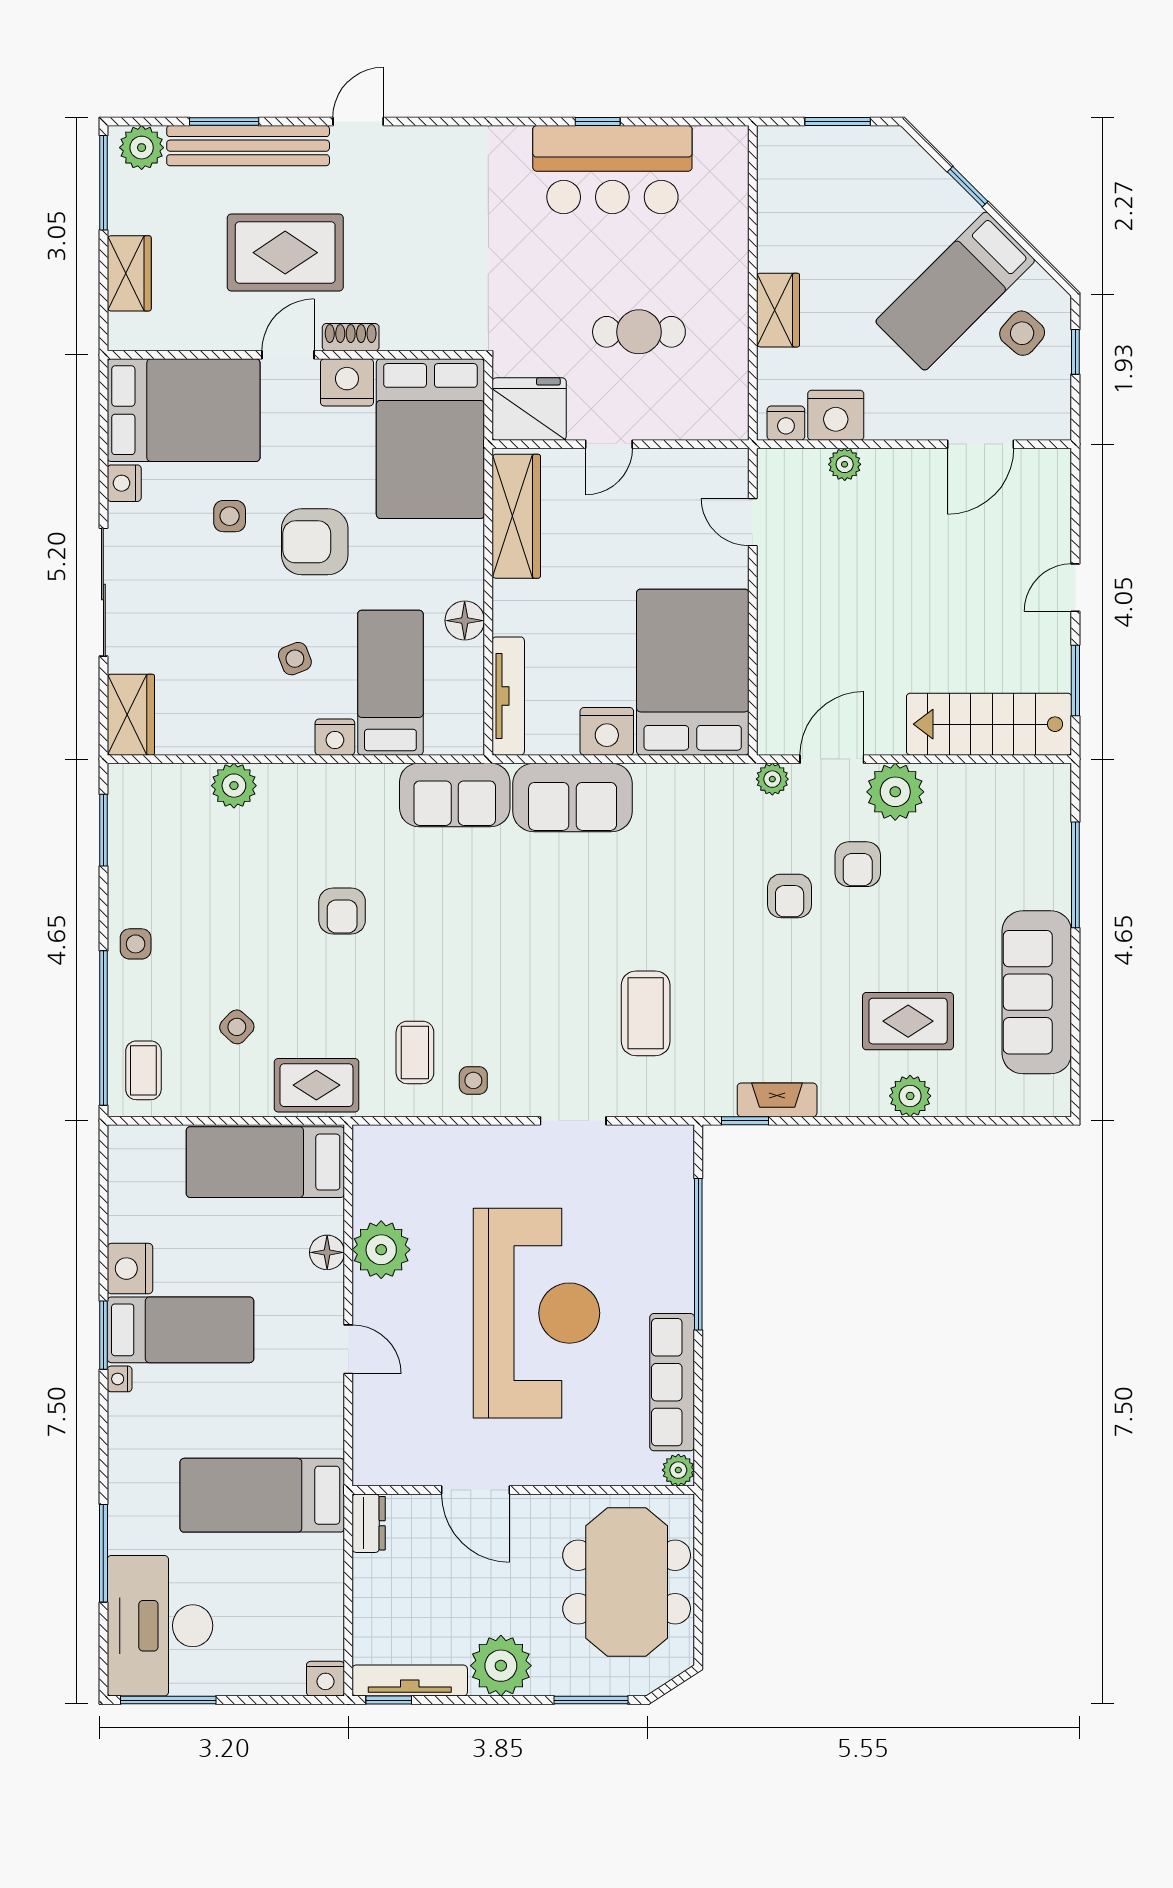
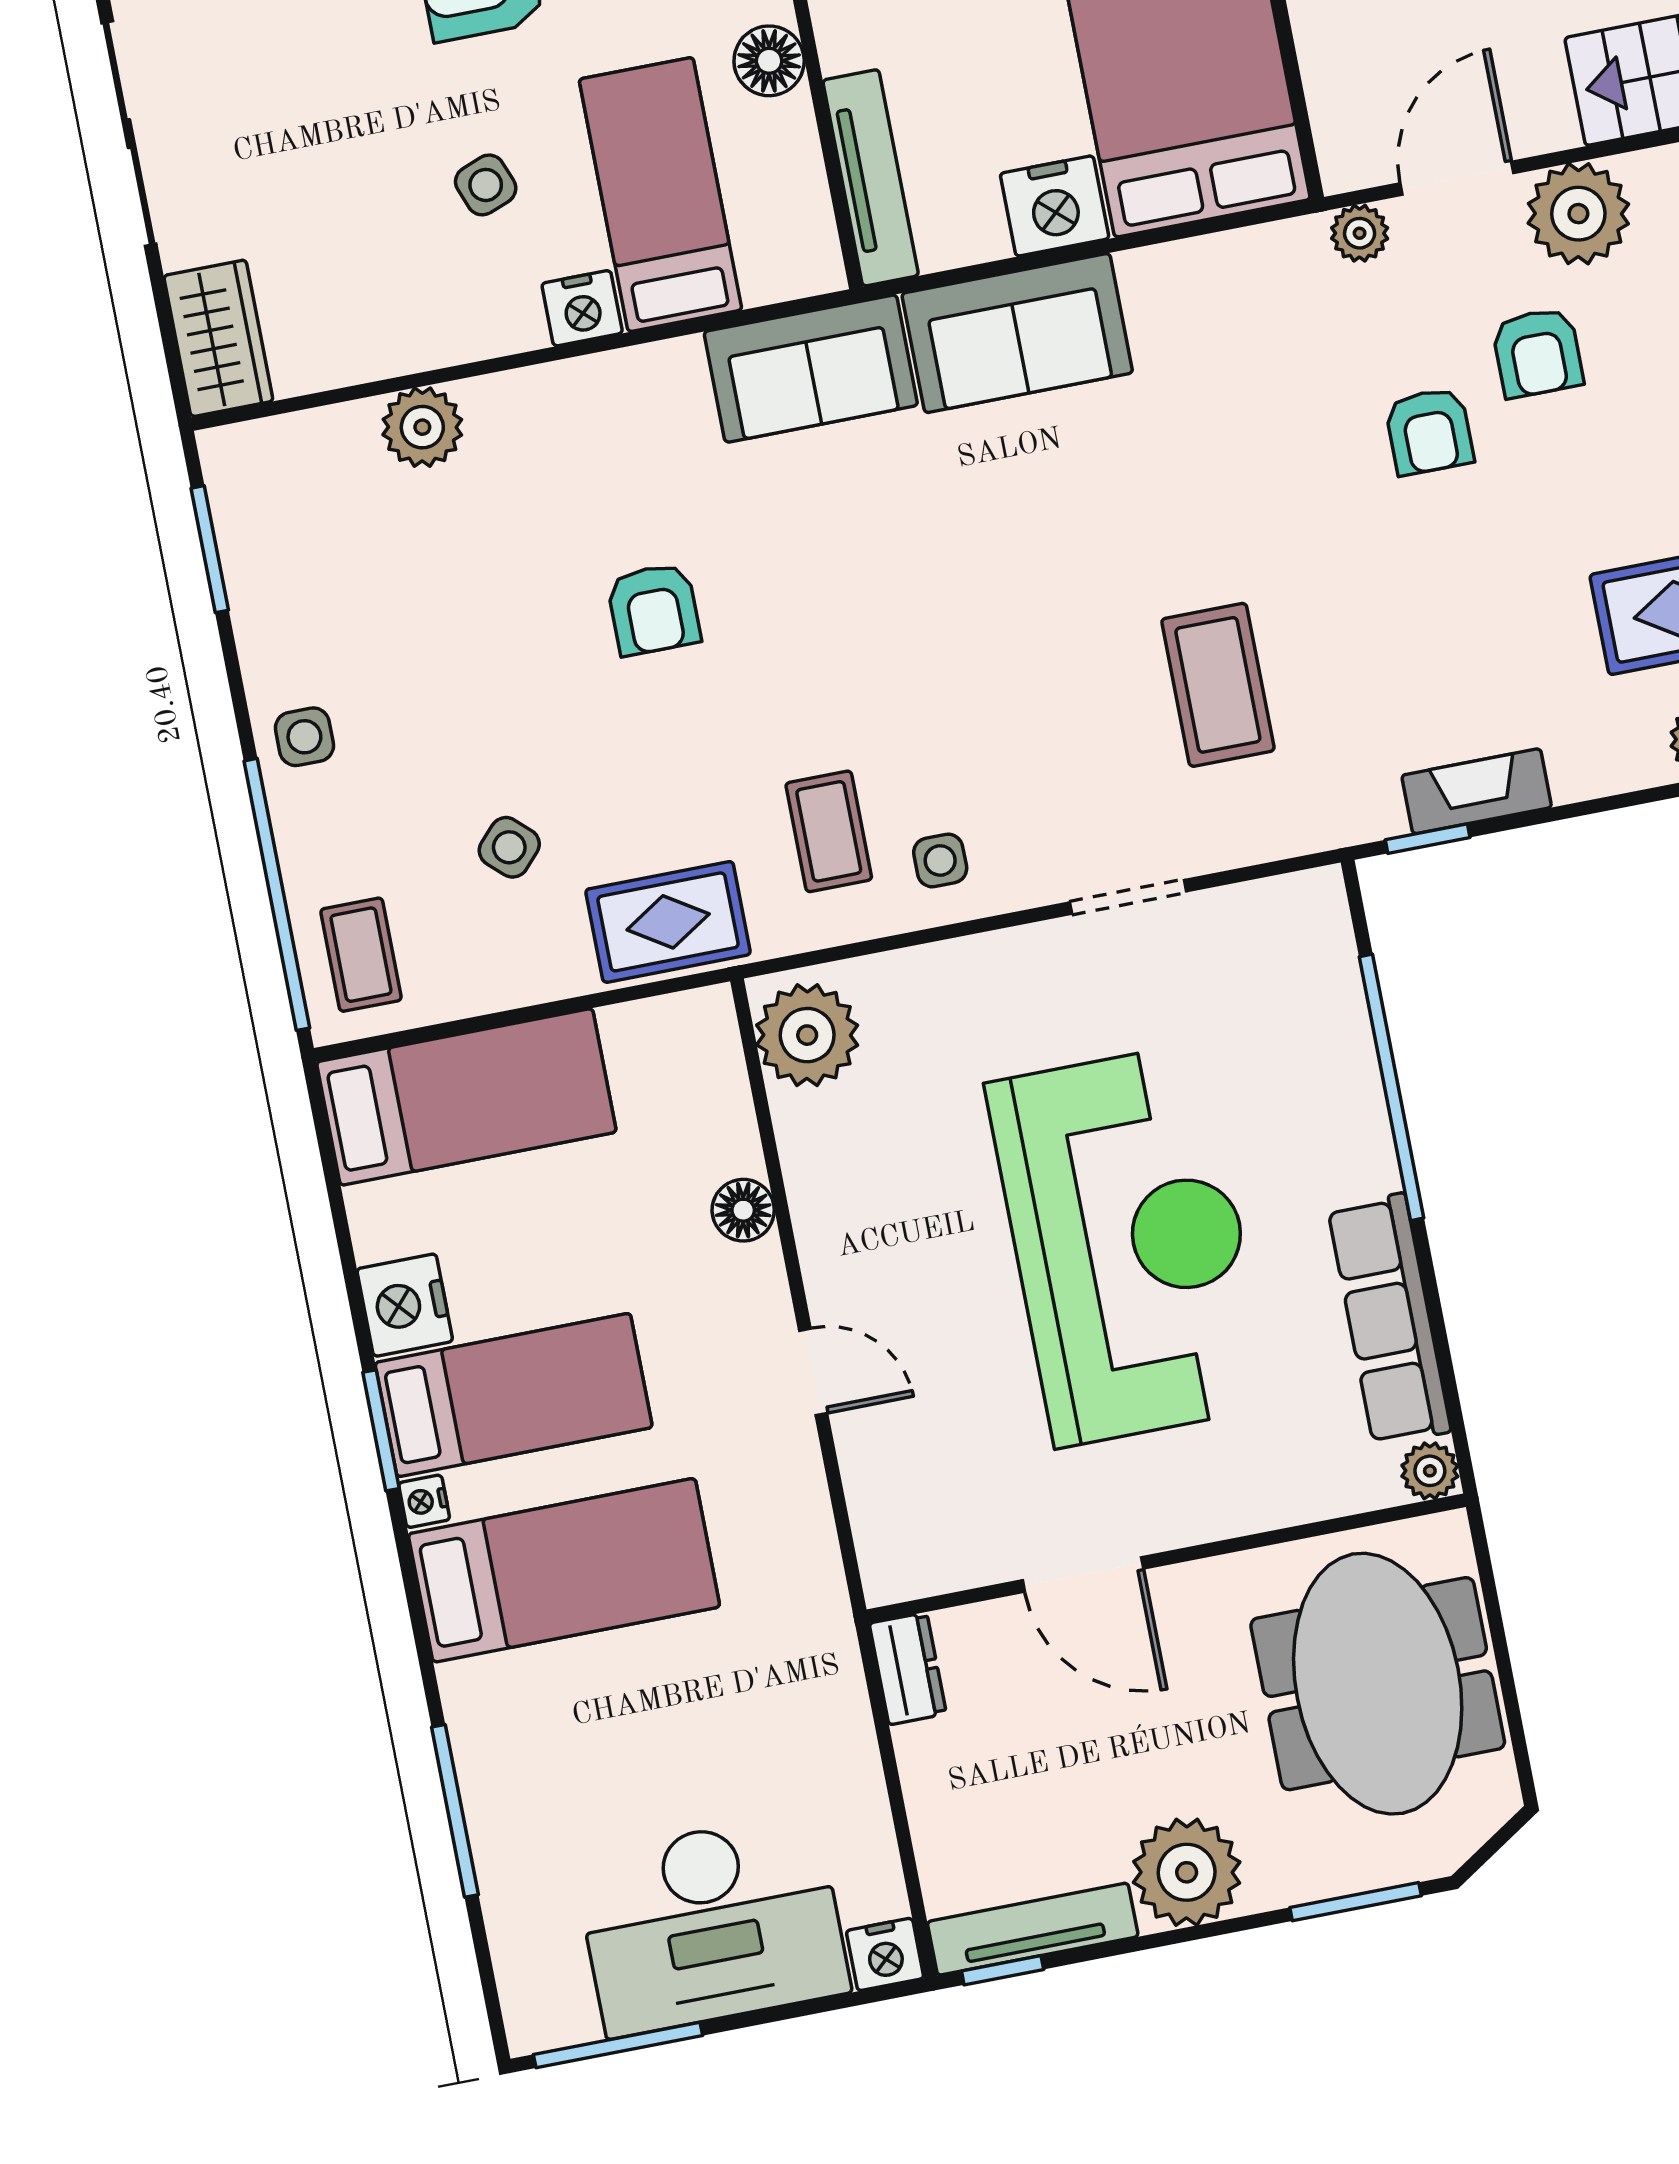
bed: (265, 1162) -> (466, 1097), moved, turned 180
plant: (381, 1250) -> (807, 1035), moved
bed: (262, 1495) -> (564, 1570), moved, turned 180
desk: (160, 1626) -> (712, 1924), moved, turned -90

